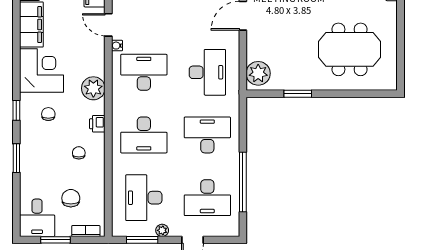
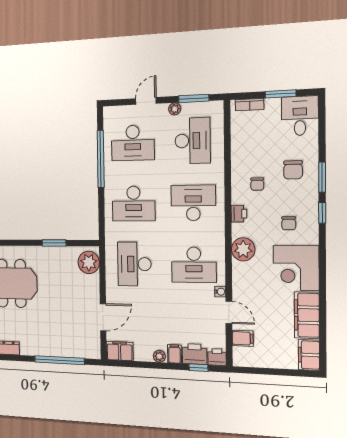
window: (16, 110) -> (322, 213), moved
chair: (71, 198) -> (293, 170), moved
desk: (207, 198) -> (133, 143), turned 180

